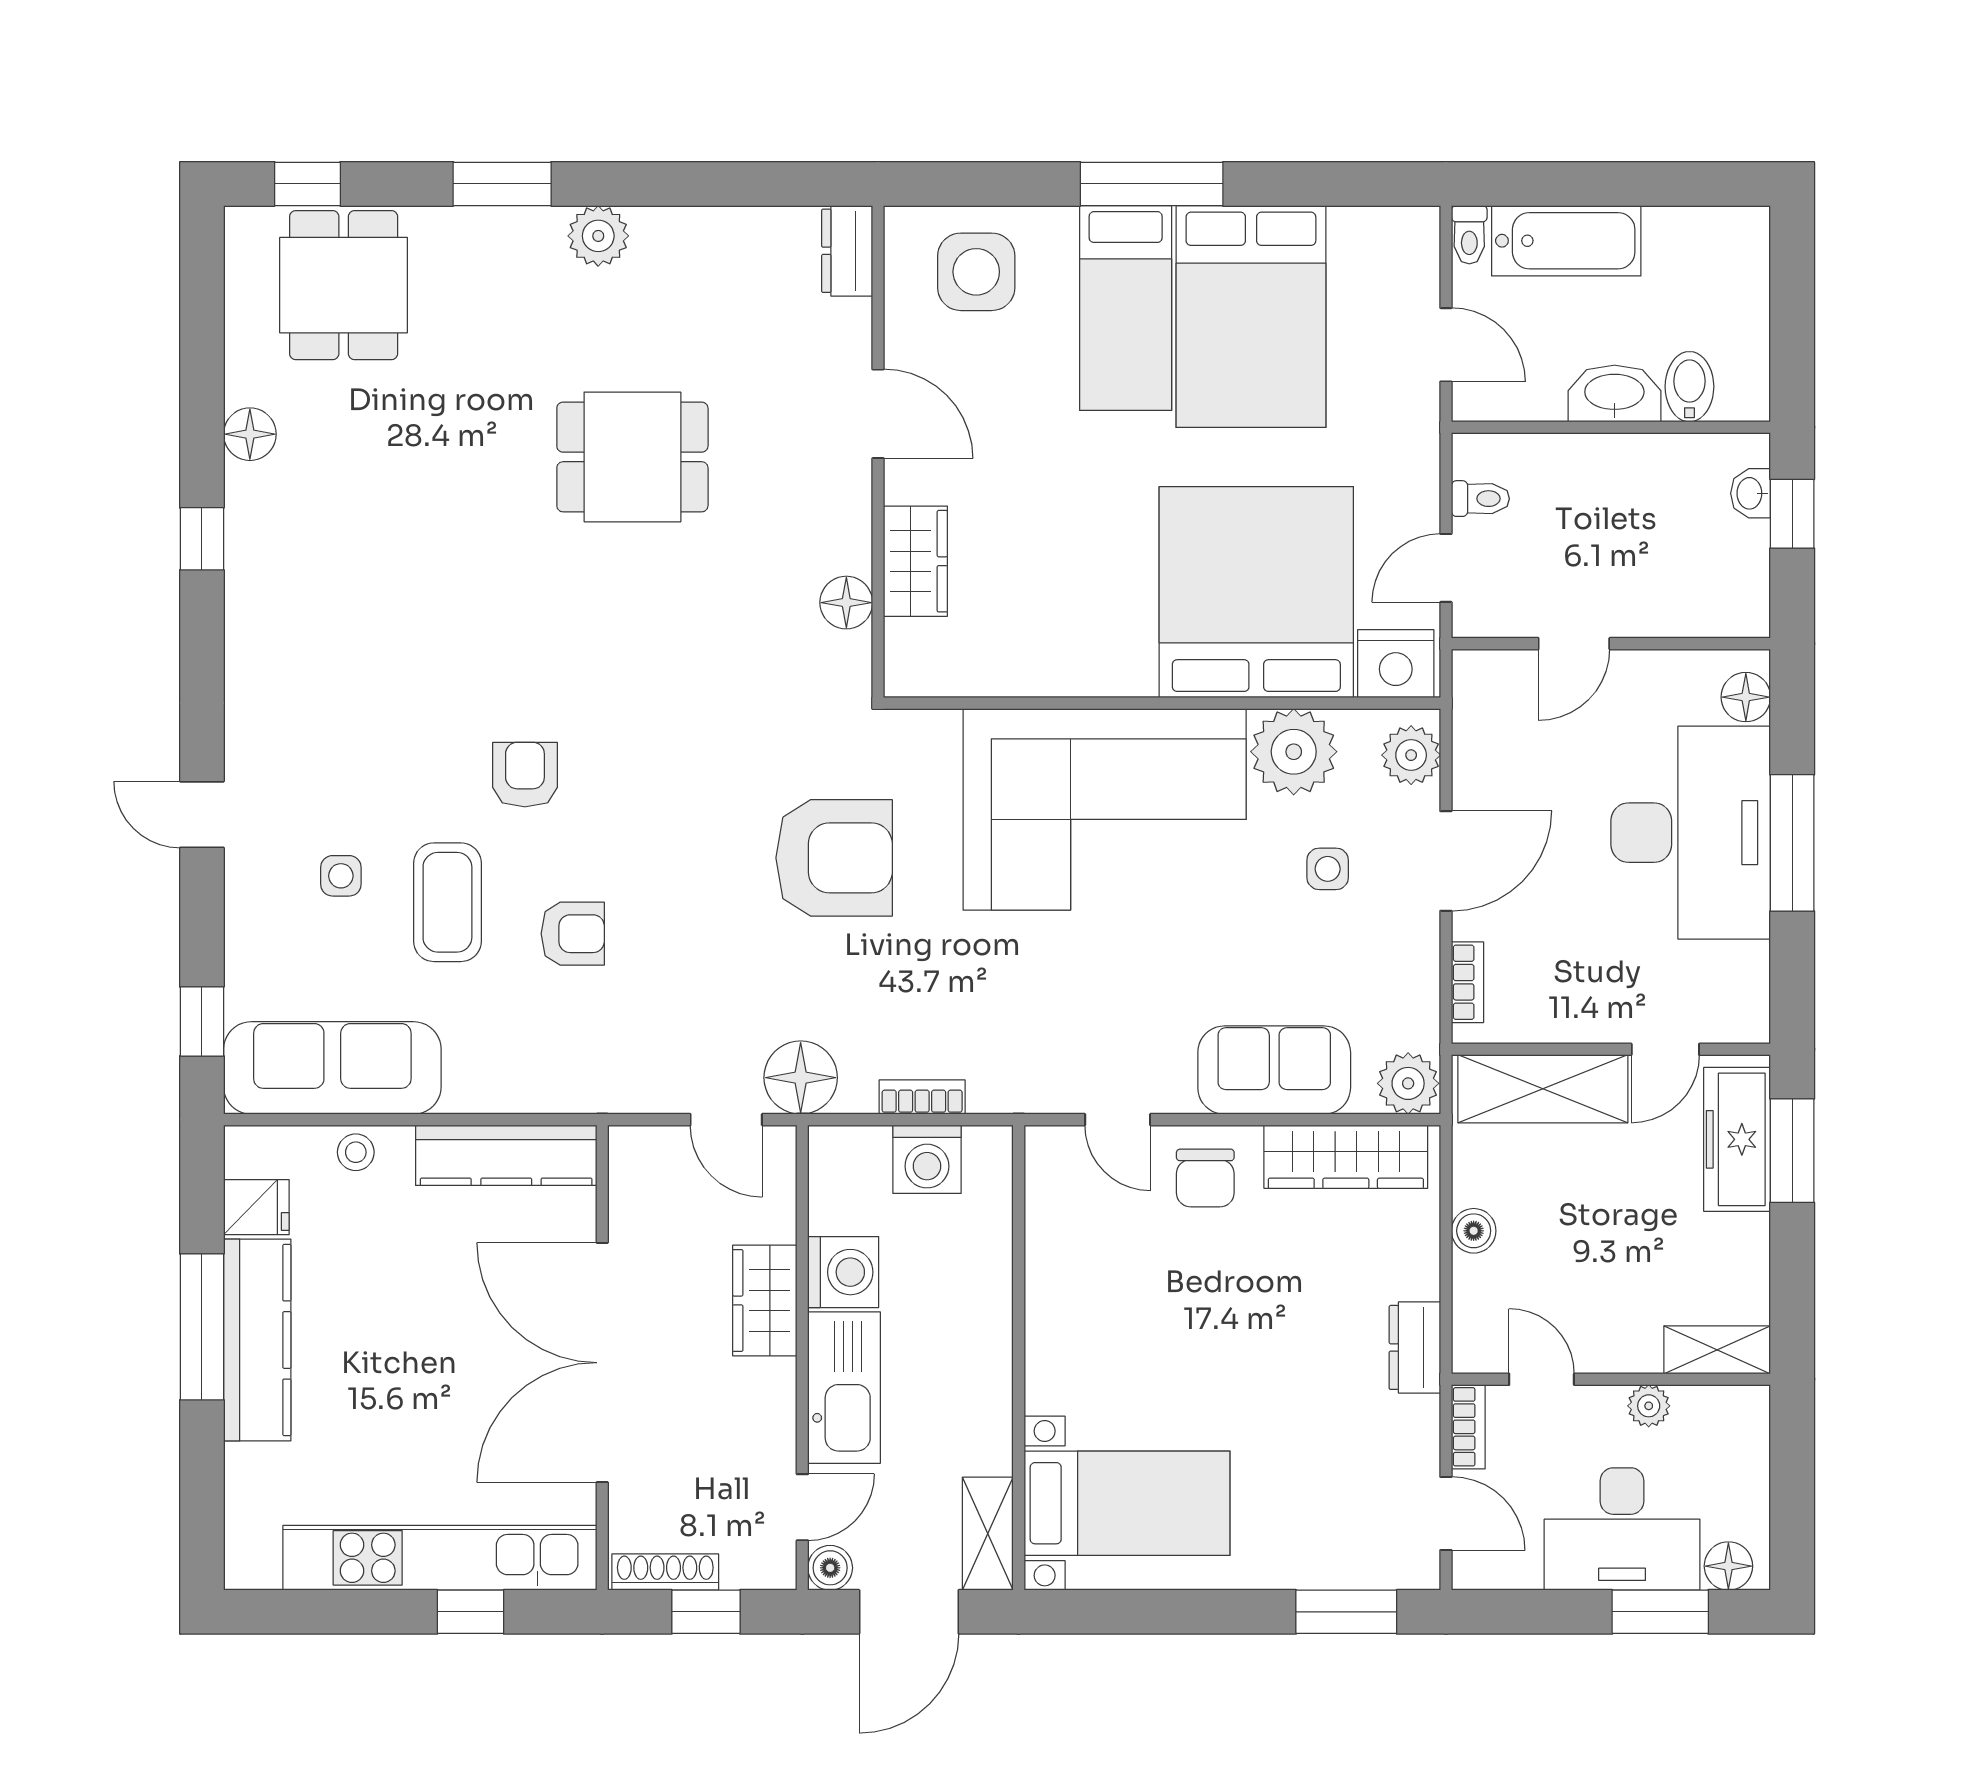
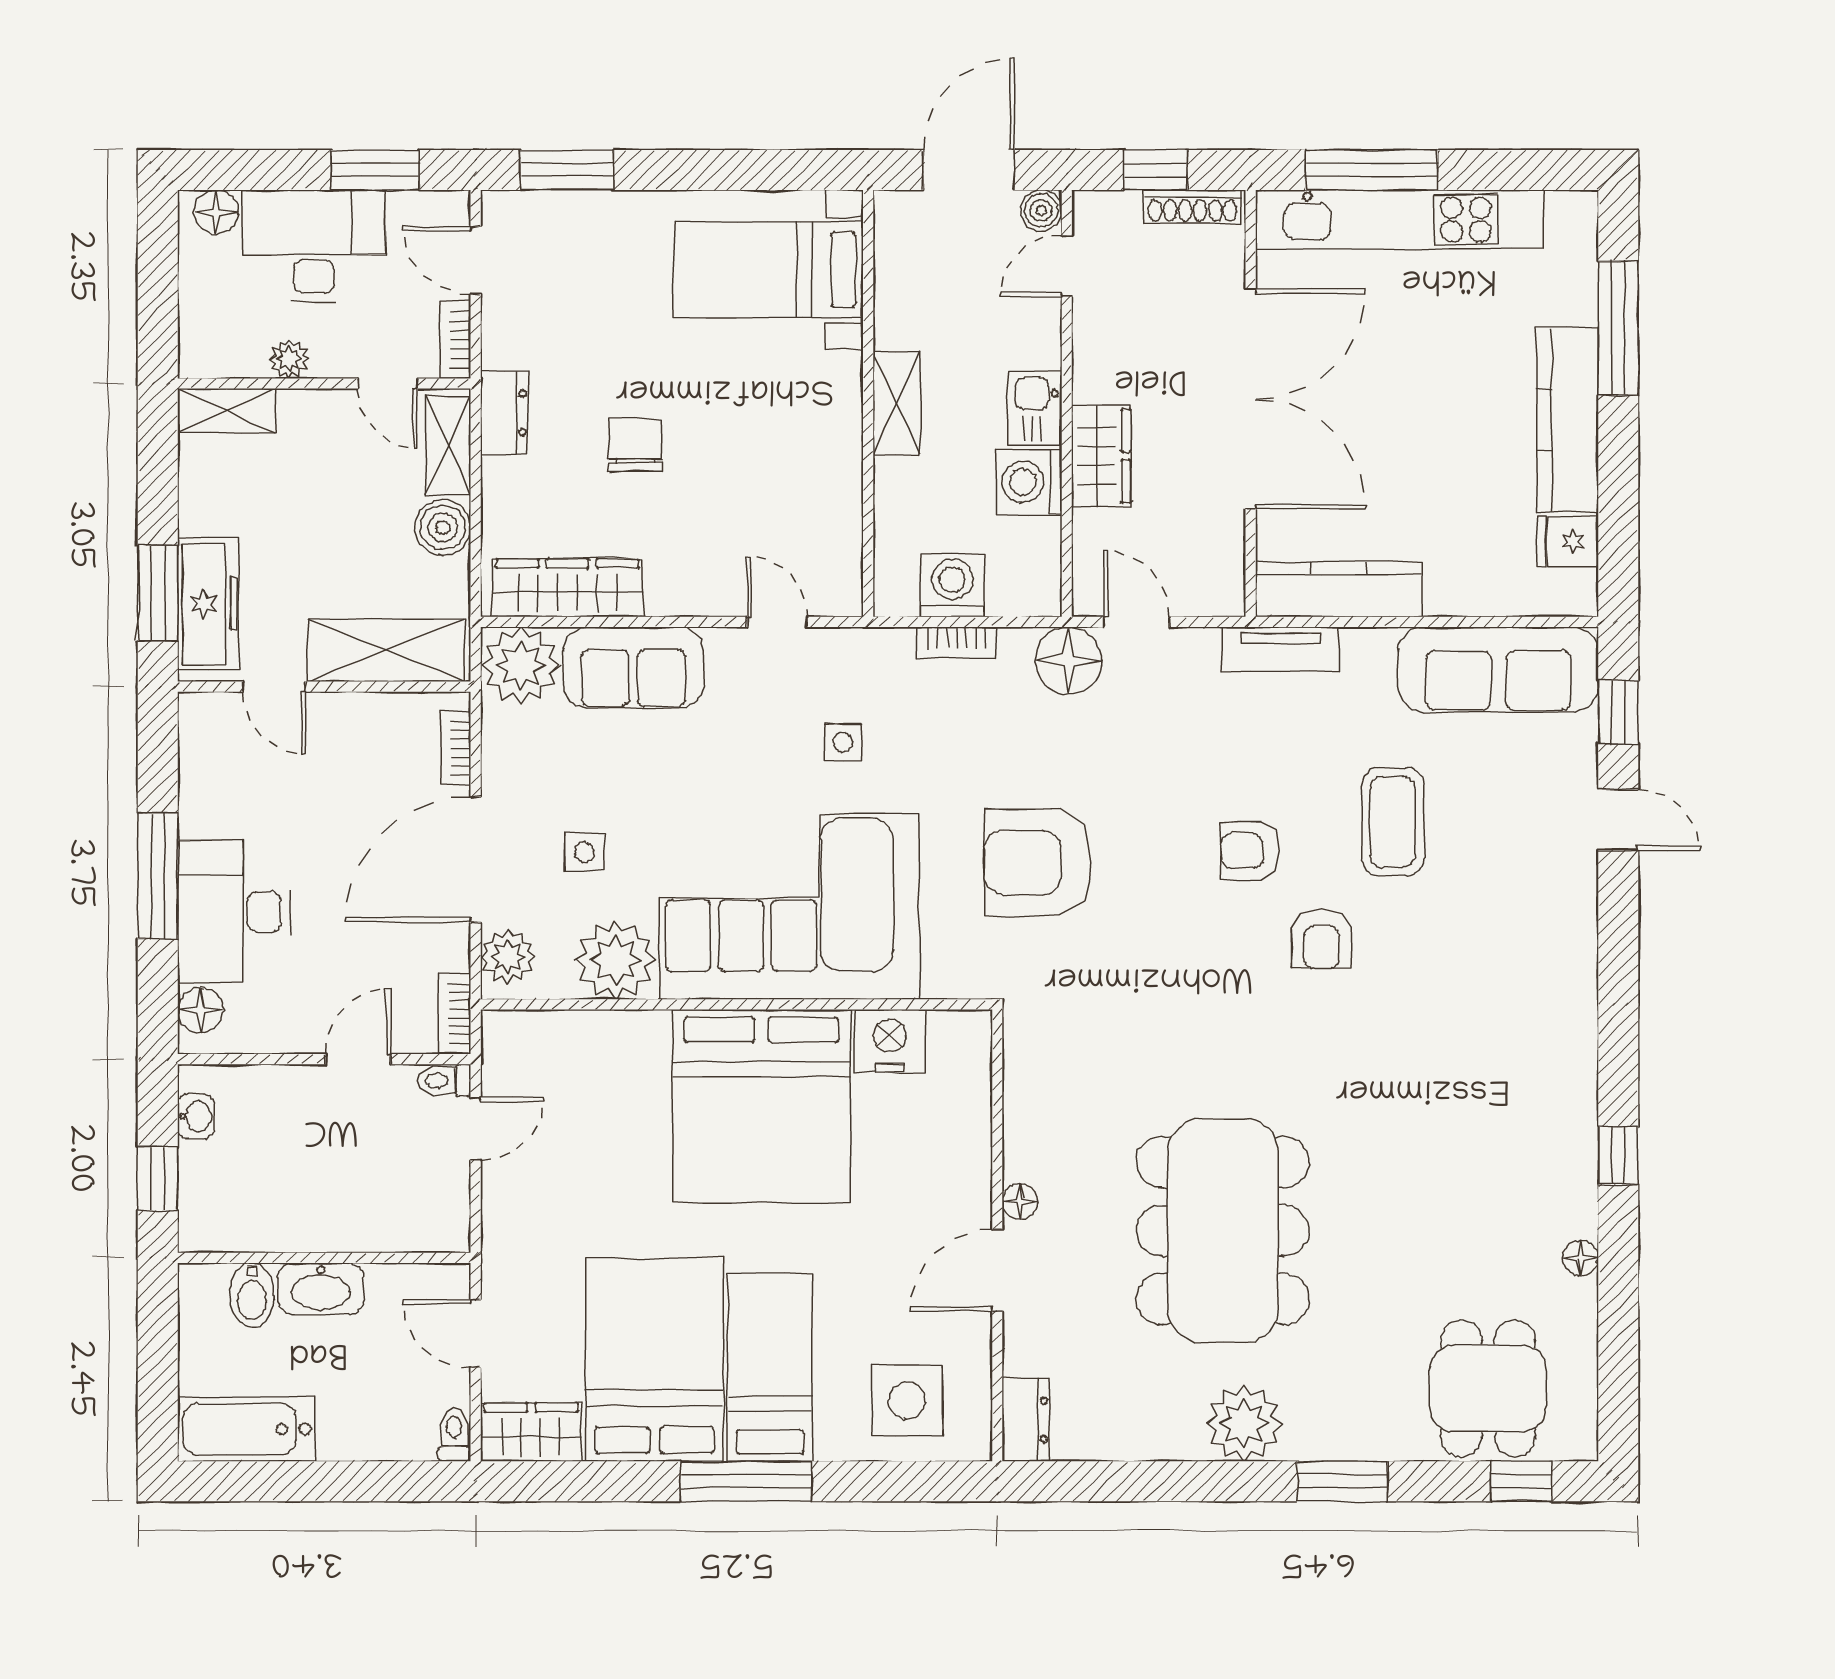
plant: (598, 236) -> (1244, 1423), width x1.36, depth x1.36
bathtub: (1566, 241) -> (246, 1429), moved
door: (878, 414) -> (997, 1270), hinge flipped
floor lamp: (250, 434) -> (1581, 1258), width x0.73, depth x0.73
dining table: (632, 457) -> (1223, 1231), width x1.88, depth x1.24
washbasin: (1751, 493) -> (196, 1116), moved
toilet: (1480, 499) -> (444, 1080), moved
wardrobe: (915, 561) -> (531, 1432), moved, turned 90
bed: (1256, 592) -> (761, 1106), moved
floor lamp: (846, 603) -> (1020, 1201), moved, width x0.73, depth x0.73
nightstand: (1396, 664) -> (890, 1041), moved
bookcase: (1469, 693) -> (455, 1014), added
door: (202, 815) -> (1618, 820), moved
desk: (1691, 833) -> (234, 912), width x0.73, depth x0.77
door: (1446, 861) -> (476, 859), width x1.36
side table: (341, 876) -> (843, 742), moved
armchair: (573, 934) -> (1250, 851), moved
door: (1665, 1049) -> (274, 687), swing flipped
plant: (1408, 1083) -> (521, 665), width x1.36, depth x1.36
tv unit: (569, 1090) -> (1281, 649), added
stool: (356, 1152) -> (1477, 592), removed
chair: (1205, 1178) -> (635, 445), moved
boiler: (1474, 1231) -> (443, 527), width x1.36, depth x1.36
shelving: (1476, 1312) -> (448, 445), added
window: (202, 1327) -> (1618, 328), moved
kitchen sink: (844, 1388) -> (1035, 408), width x0.53, depth x0.81
shelving: (988, 1534) -> (896, 403), moved
window: (470, 1612) -> (1371, 170), width x2.17
window: (1660, 1612) -> (375, 170), moved

